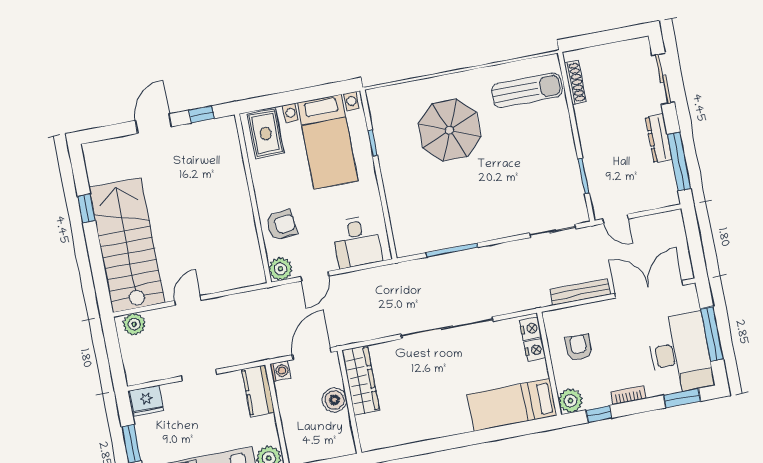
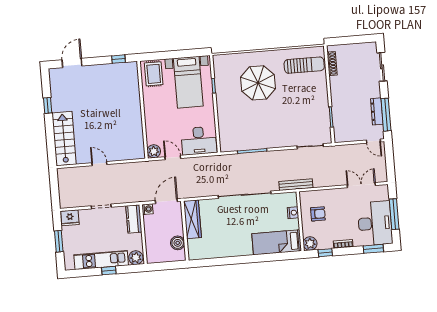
door: (153, 124) -> (72, 63), moved
dresser: (659, 138) -> (377, 111), moved
door: (615, 219) -> (373, 141), moved
armchair: (281, 225) -> (157, 127), removed
desk: (357, 242) -> (199, 141), width x1.37
stairs: (127, 245) -> (64, 139), width x0.73, depth x0.66
door: (315, 276) -> (173, 158), swing flipped
double door: (649, 289) -> (361, 185), width x0.73
bench: (580, 292) -> (296, 185), moved
door: (188, 300) -> (99, 164), hinge flipped
plant: (134, 324) -> (68, 174), removed
nightstand: (531, 328) -> (292, 200), removed
armchair: (579, 348) -> (318, 214), turned 90
boiler: (334, 400) -> (178, 243), moved

